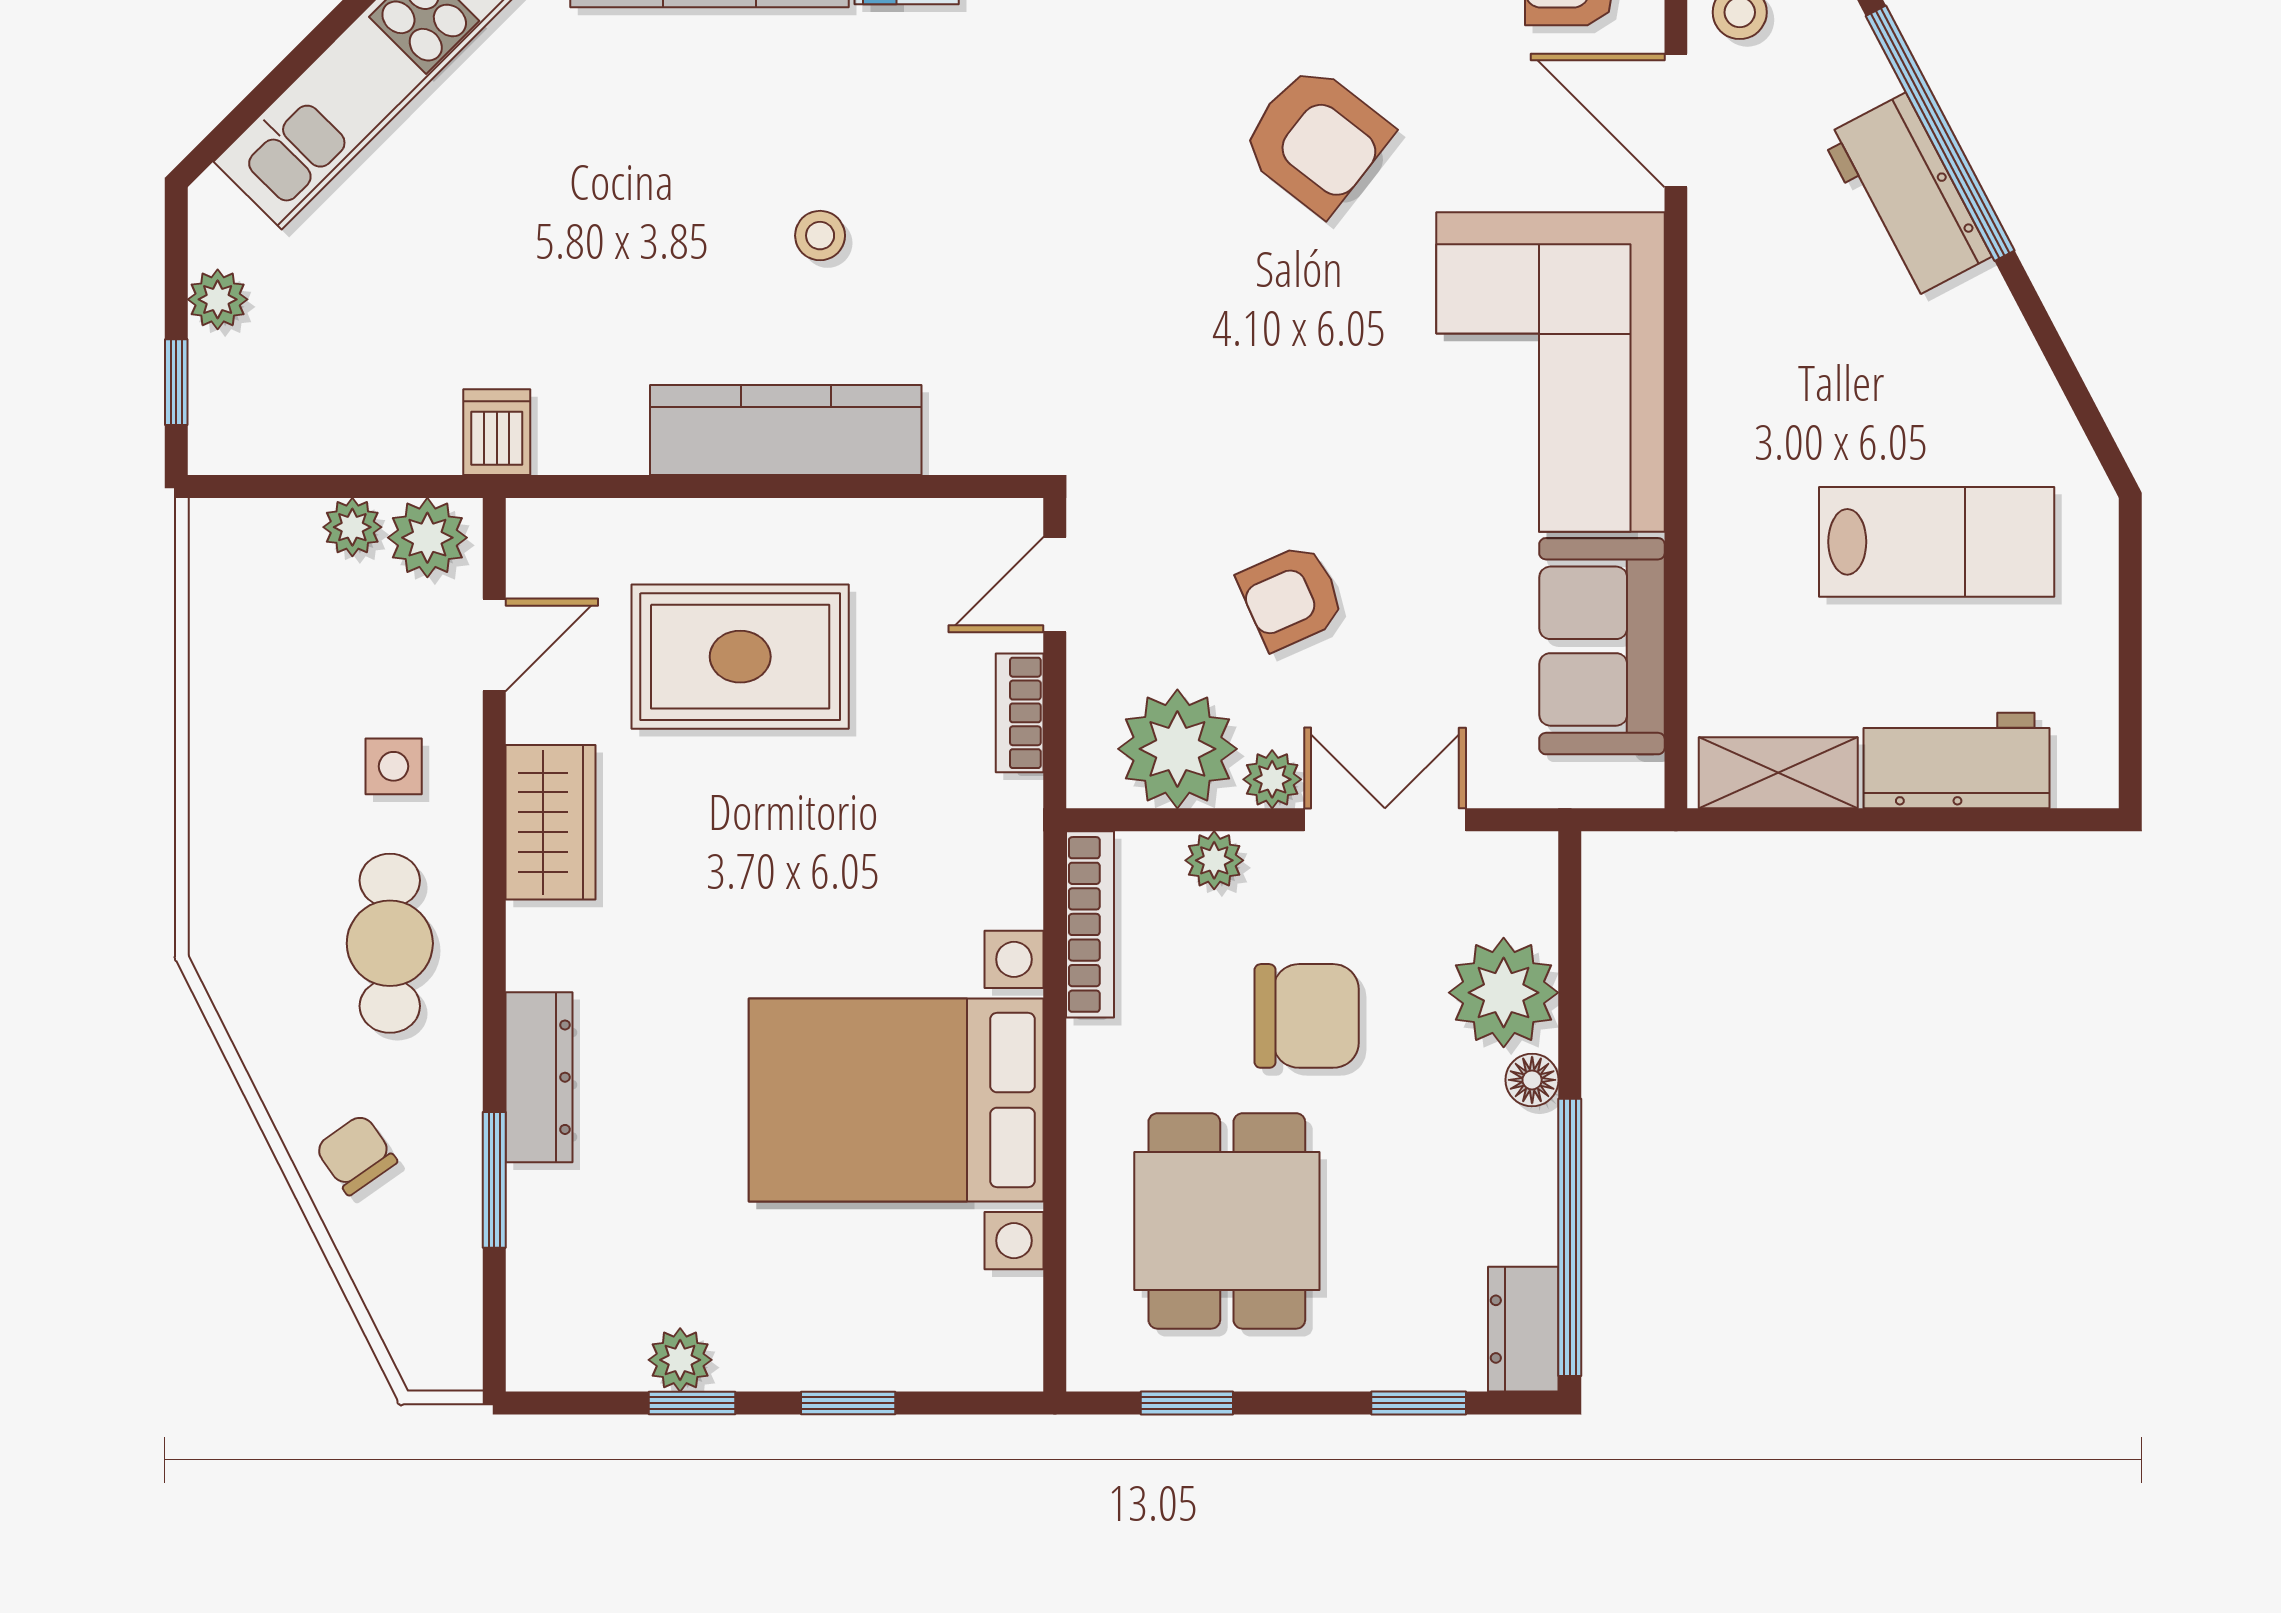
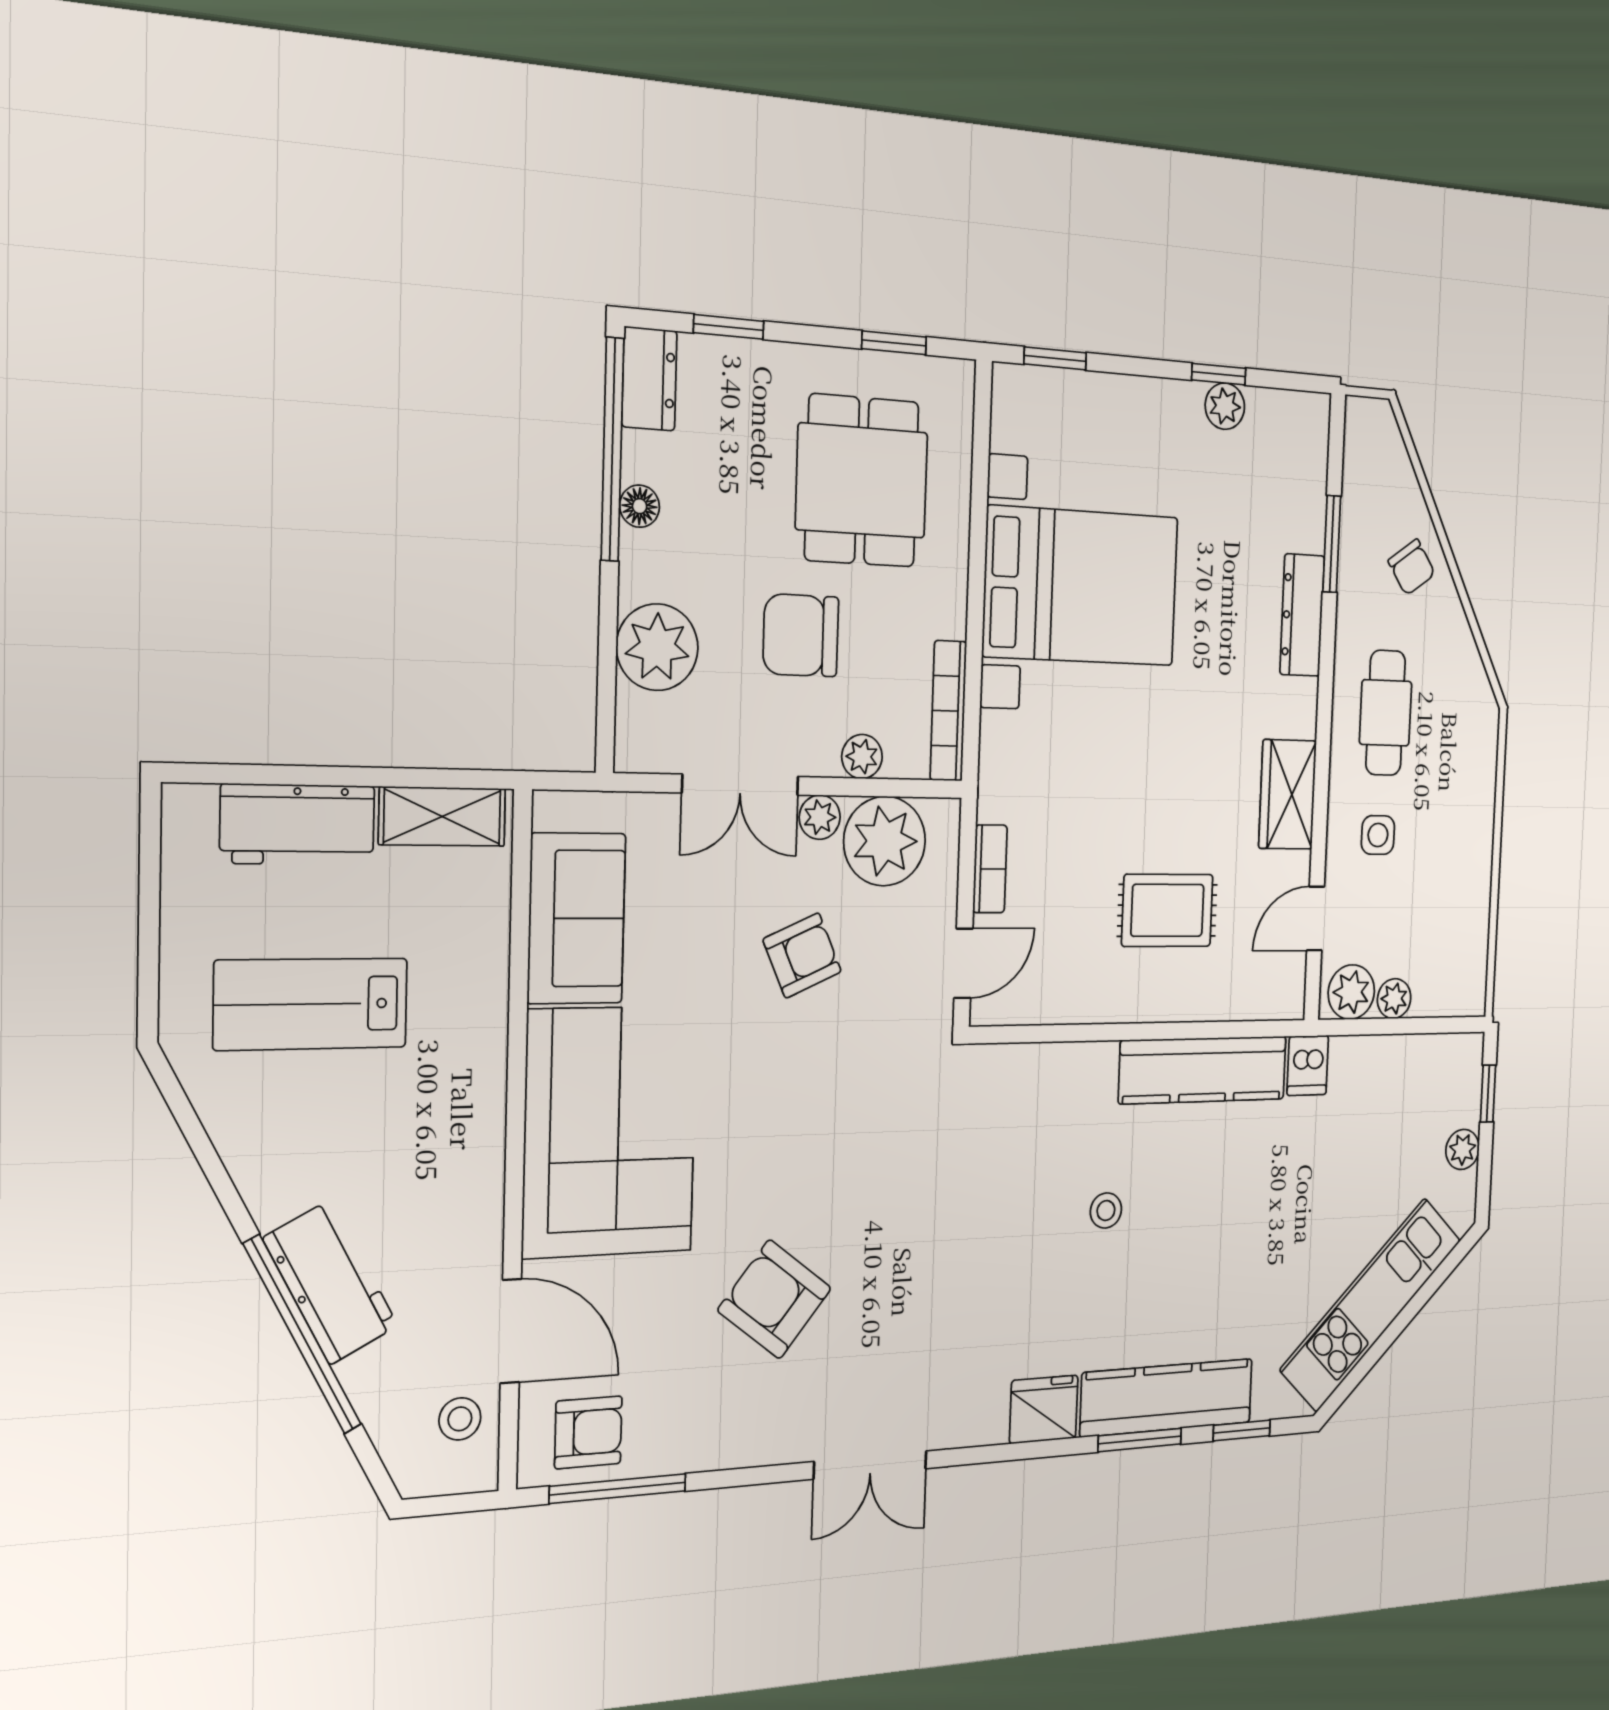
kitchen counter: (786, 430) -> (1203, 1070), moved
rug: (740, 657) -> (1167, 910), width x0.73, depth x0.70
floor lamp: (1532, 1080) -> (640, 506), moved
window: (848, 1403) -> (1055, 358), moved

